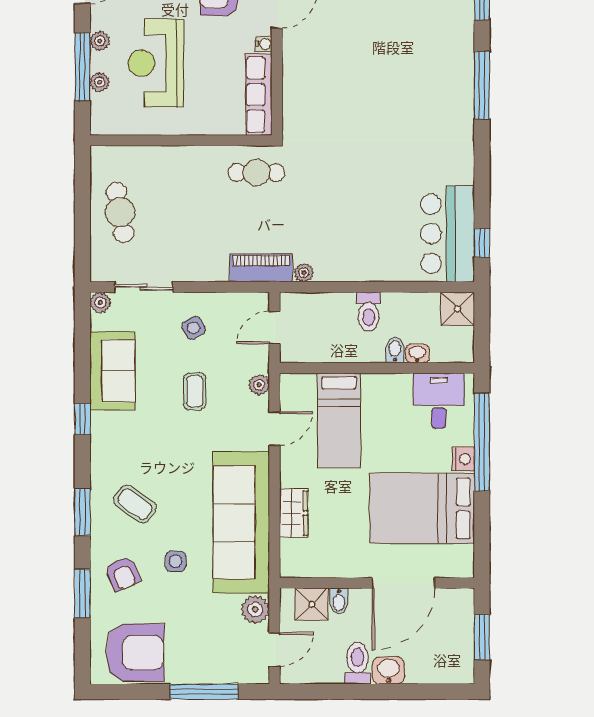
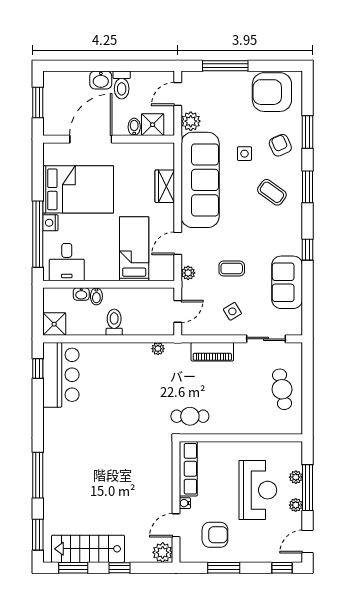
piano: (261, 268) -> (212, 352), moved
plant: (100, 302) -> (295, 328), removed
coffee table: (195, 391) -> (232, 268), turned 90

